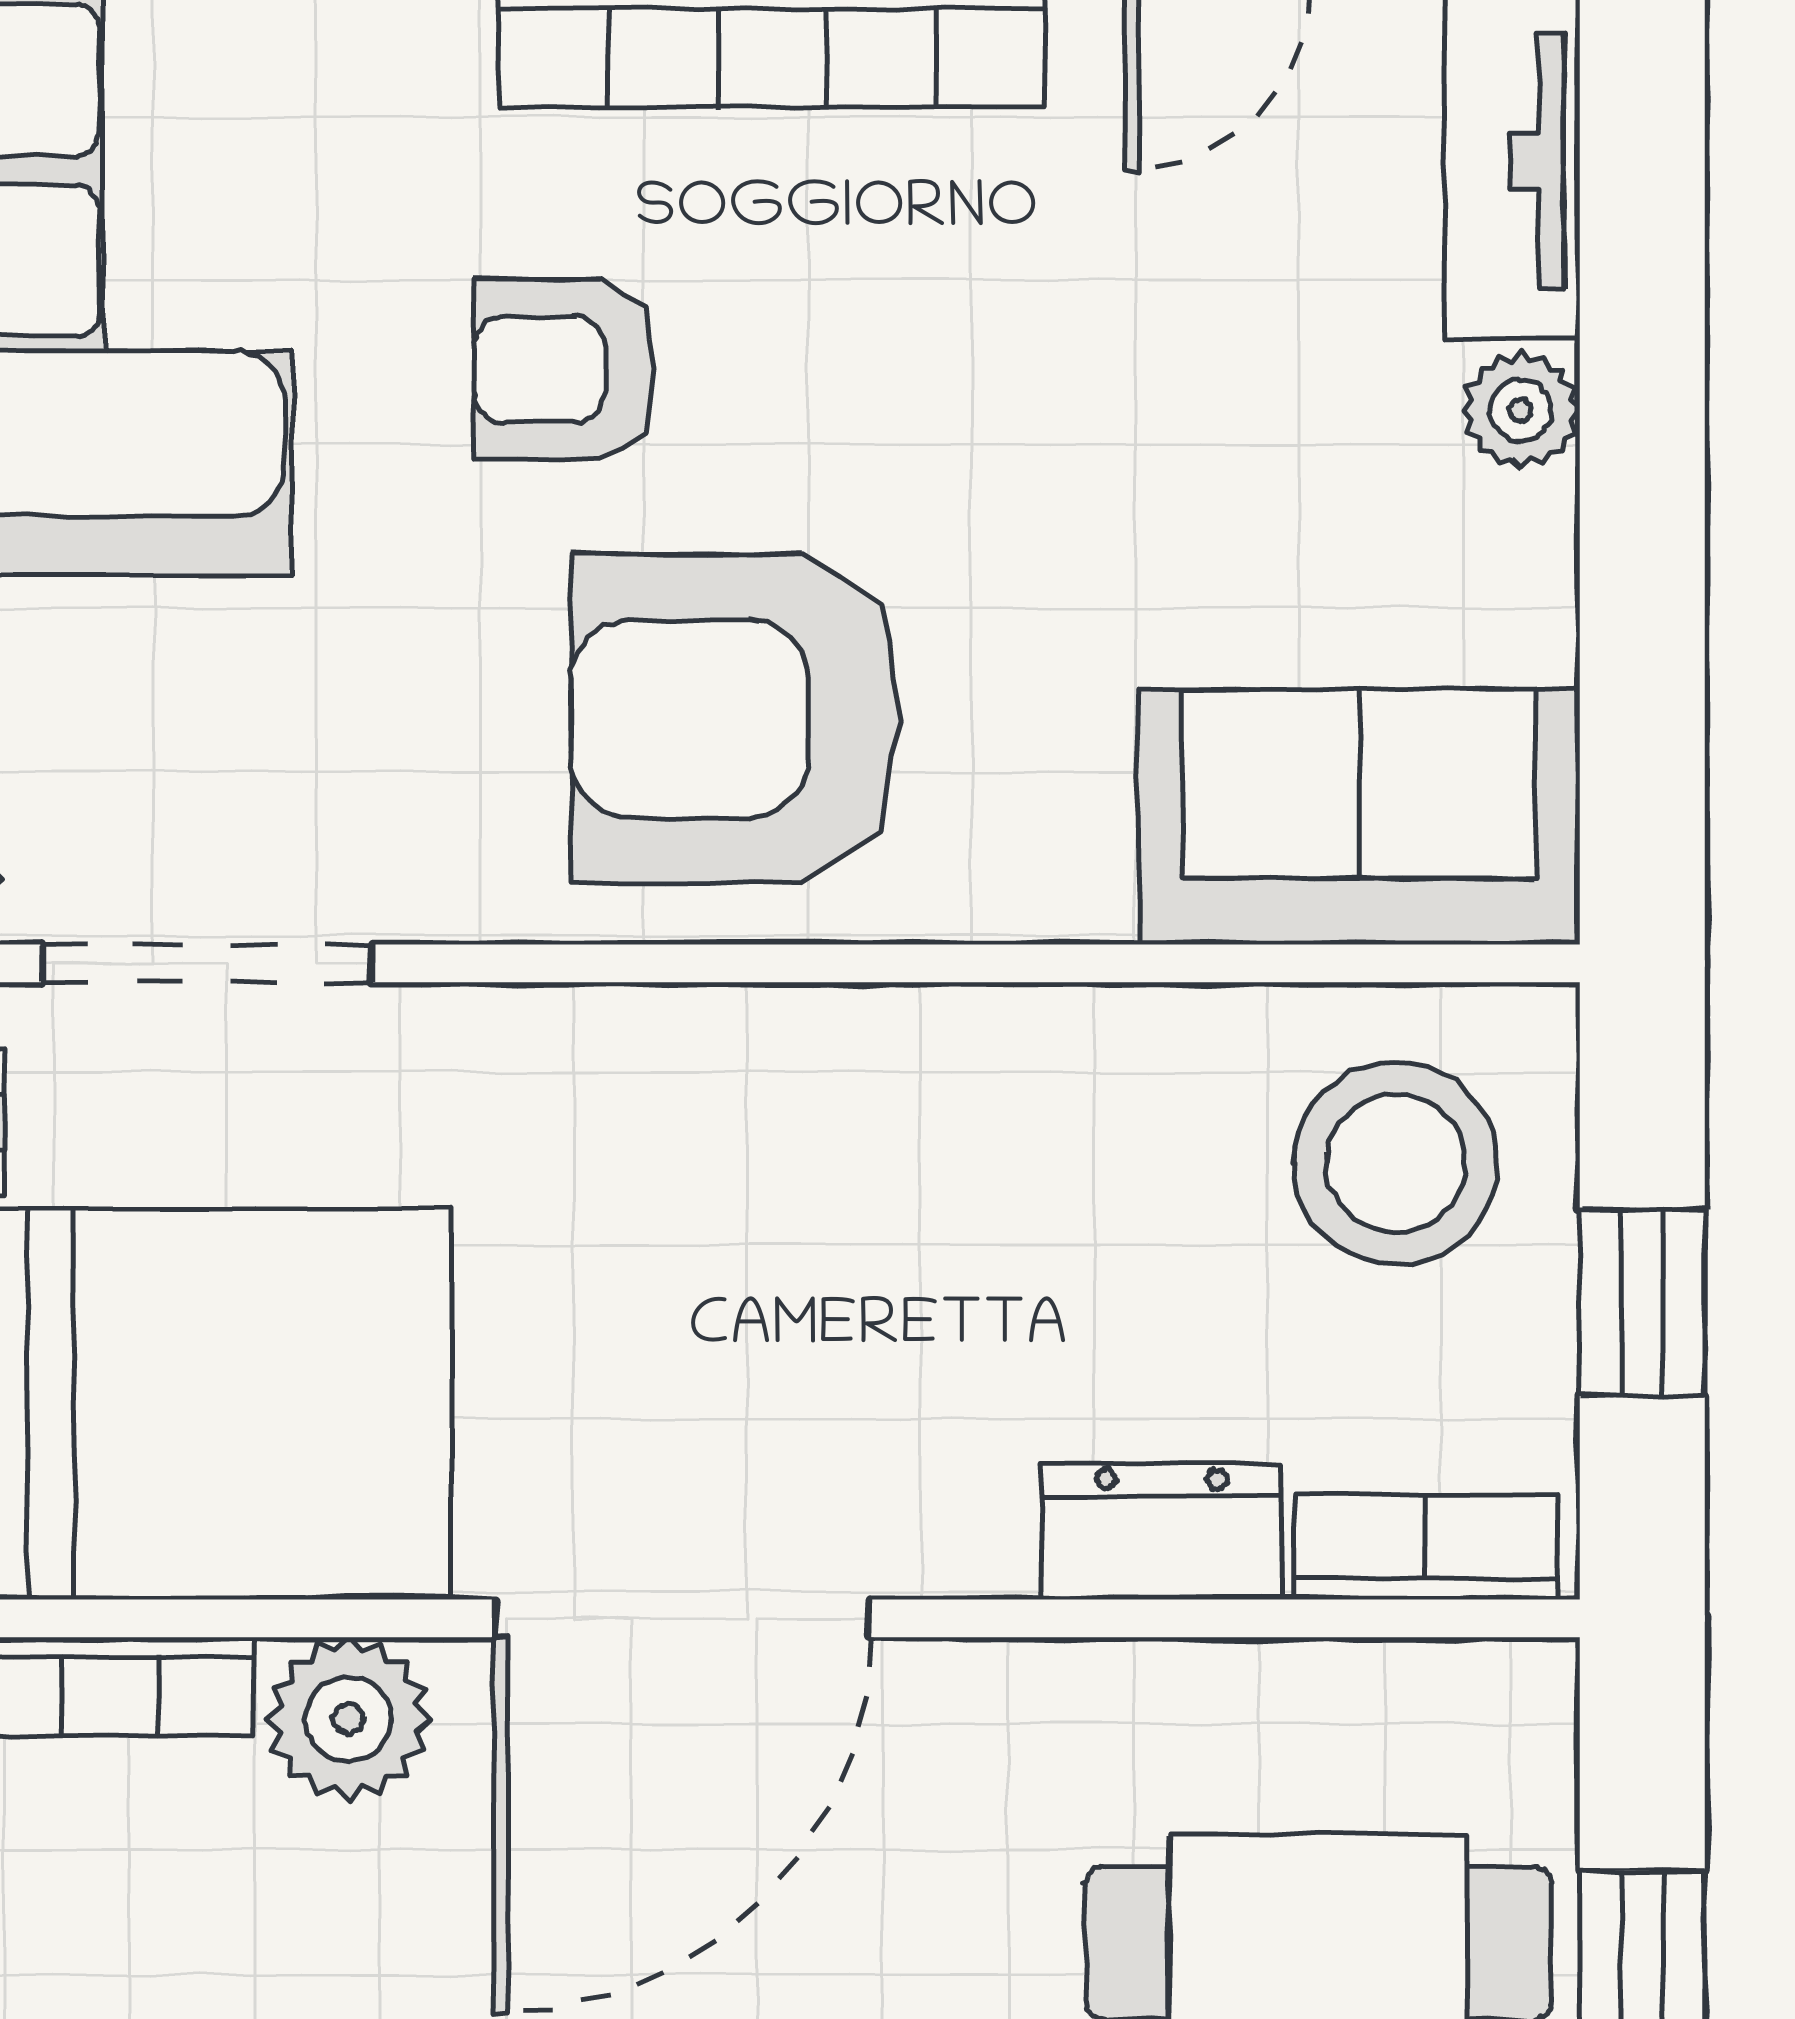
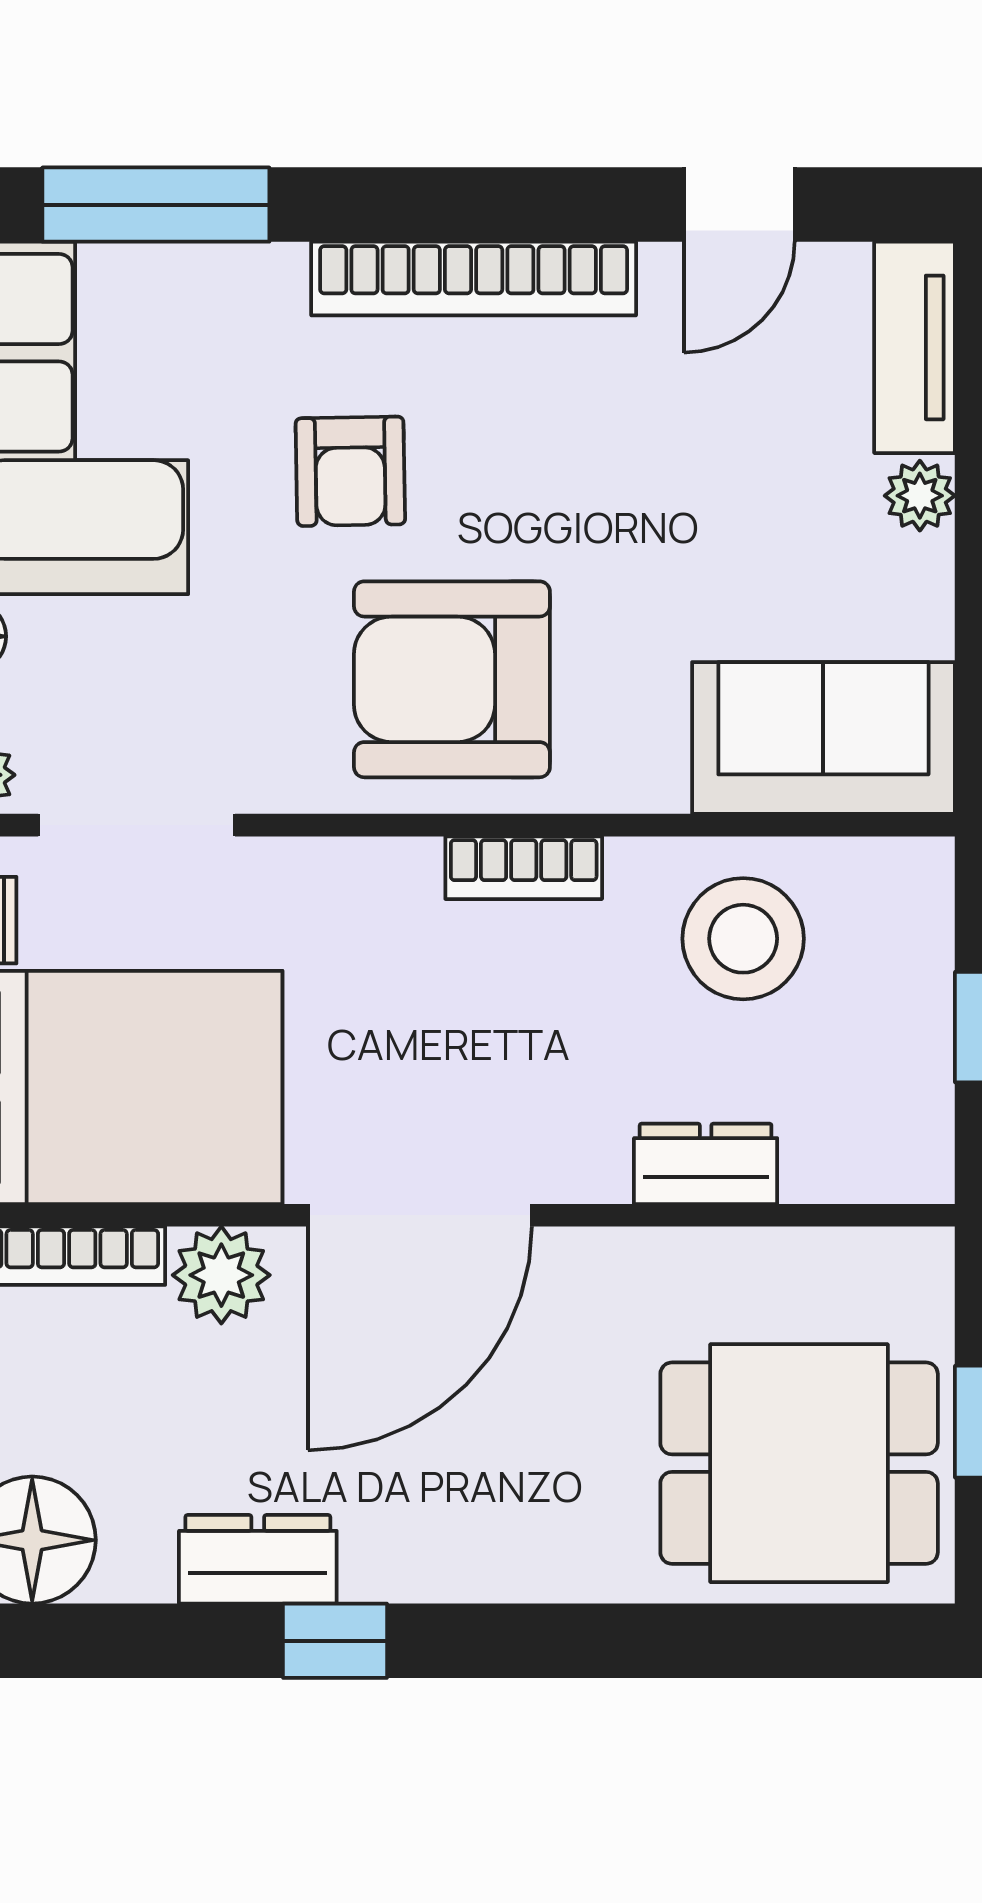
armchair: (565, 369) -> (350, 471), turned -91
stool: (1396, 1163) -> (743, 939), moved
bookcase: (1426, 1547) -> (524, 868), moved, turned 180

